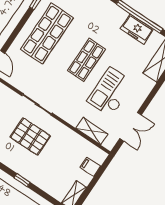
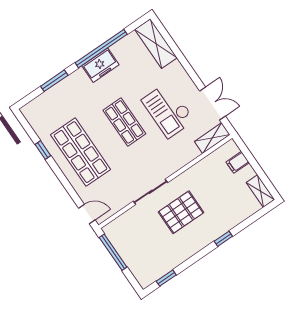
freezer: (137, 29) -> (100, 65), moved
shelving: (92, 131) -> (212, 138), moved

